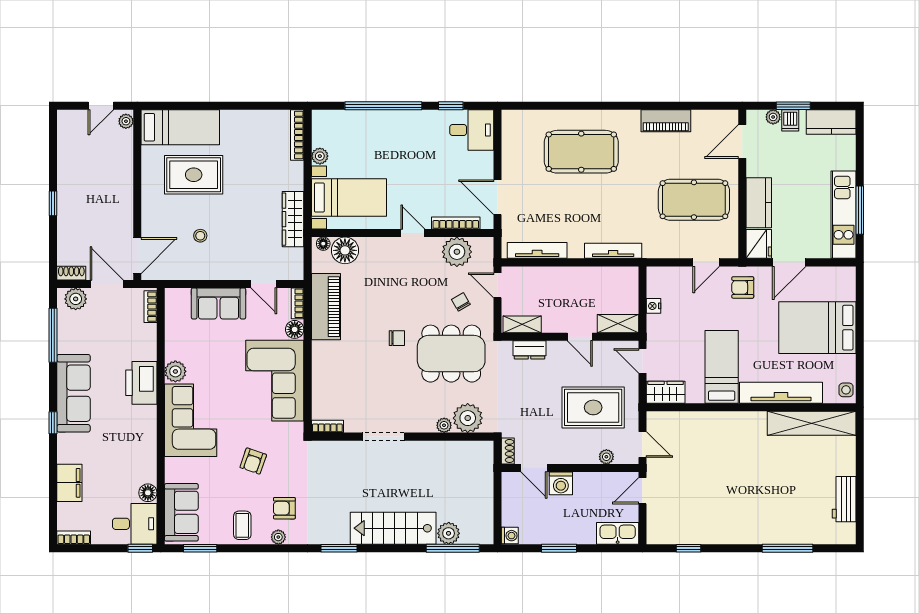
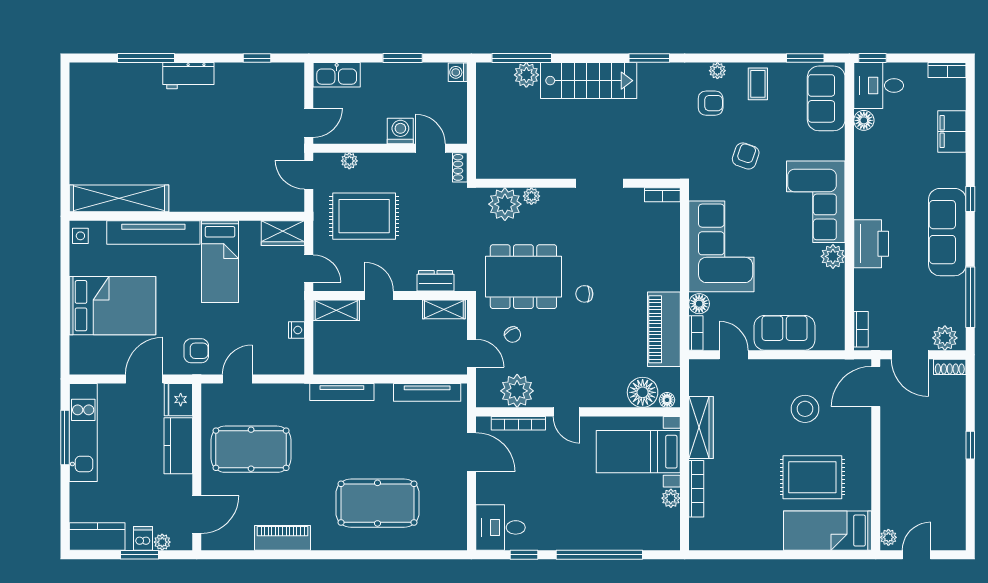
bookcase: (297, 135) -> (696, 489), moved
stool: (200, 236) -> (805, 409), width x1.89, depth x1.89
workbench: (844, 499) -> (188, 76), moved, turned 90

